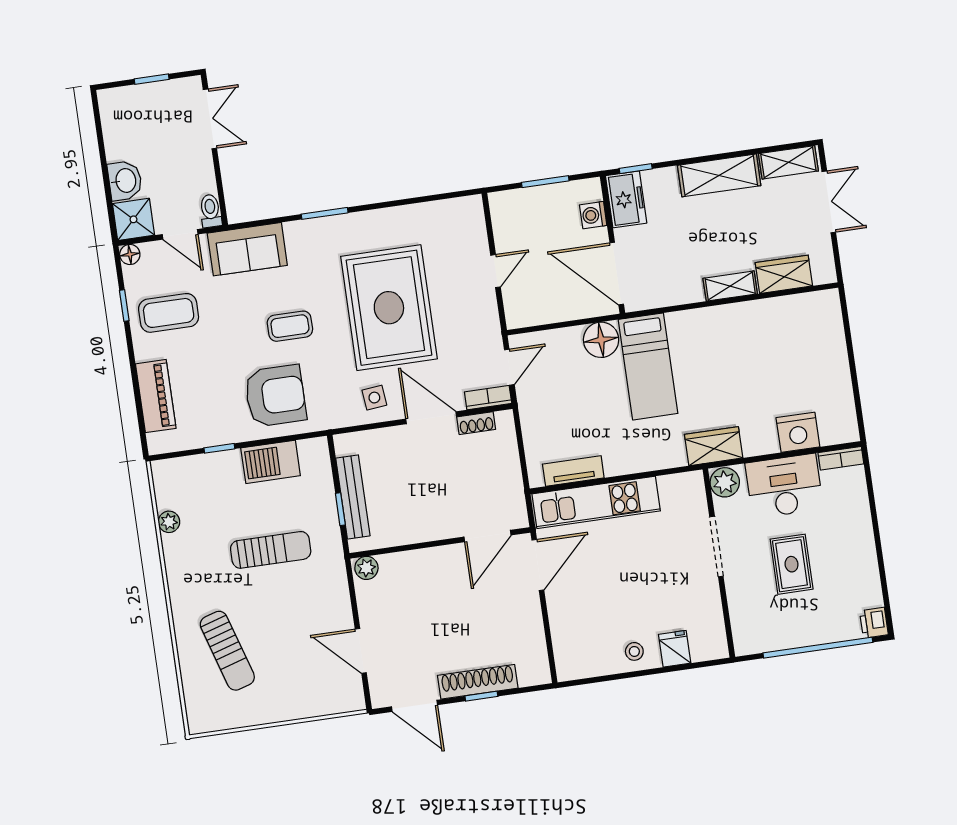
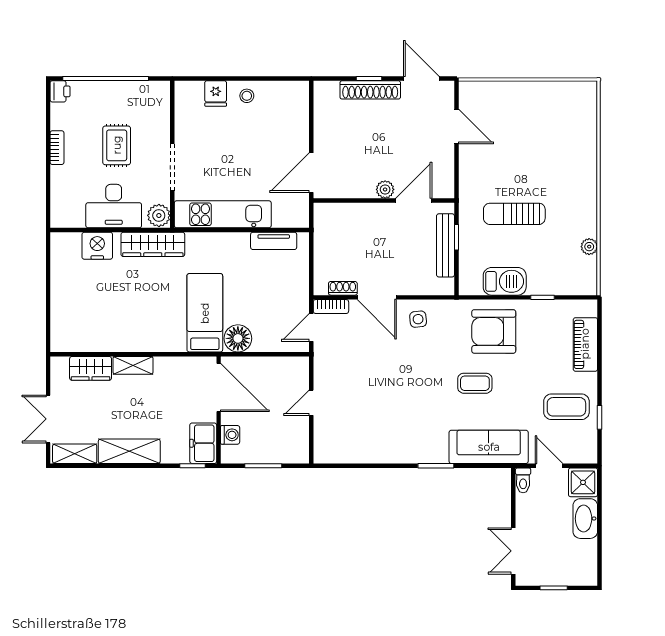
washbasin: (125, 181) -> (585, 519), width x1.38
sofa: (247, 249) -> (489, 447), width x1.36
floor lamp: (130, 254) -> (590, 456), removed
rug: (389, 308) -> (397, 386), removed
wardrobe: (714, 446) -> (153, 244), width x1.50
bookcase: (841, 458) -> (57, 148), moved, turned 90
kitchen unit: (596, 502) -> (223, 214), moved
door: (487, 536) -> (414, 201), moved
plant: (366, 568) -> (385, 189), moved
sun lounger: (227, 651) -> (559, 141), removed

